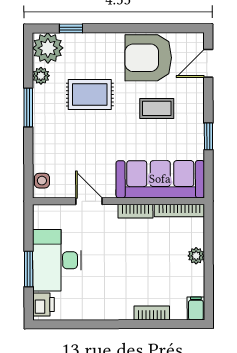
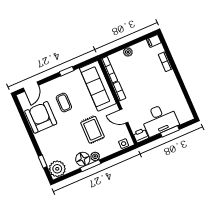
armchair: (148, 58) -> (41, 117), turned 180
door: (208, 63) -> (31, 87), hinge flipped
plant: (41, 76) -> (95, 156), moved
rug: (90, 94) -> (92, 130), moved
floor lamp: (46, 99) -> (83, 159), added
door: (89, 201) -> (124, 116), hinge flipped
printer: (43, 304) -> (141, 135), moved

